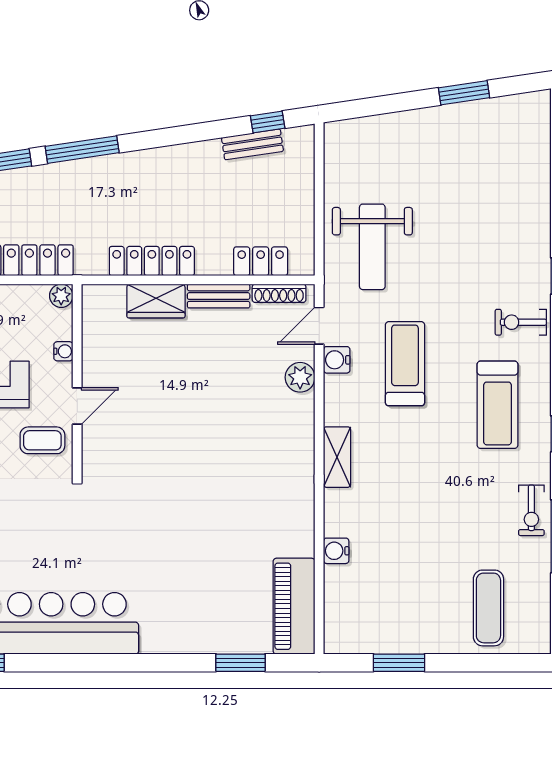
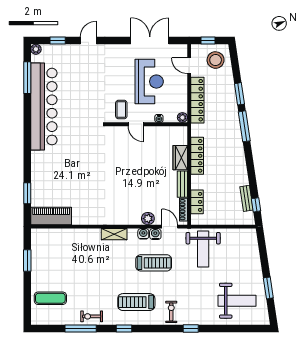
weight bench: (494, 167) -> (237, 301), added
weight bench: (372, 247) -> (203, 249), turned -90
water cooler: (336, 551) -> (143, 234), moved

